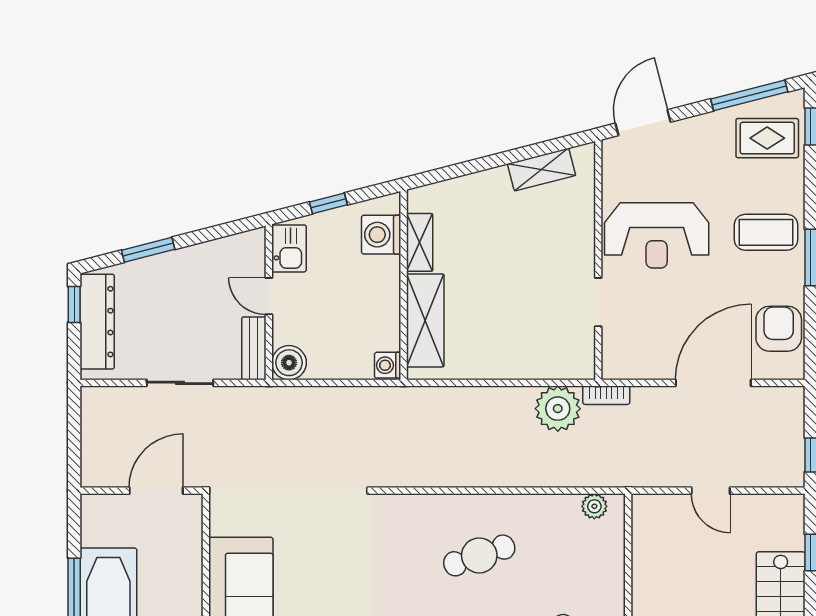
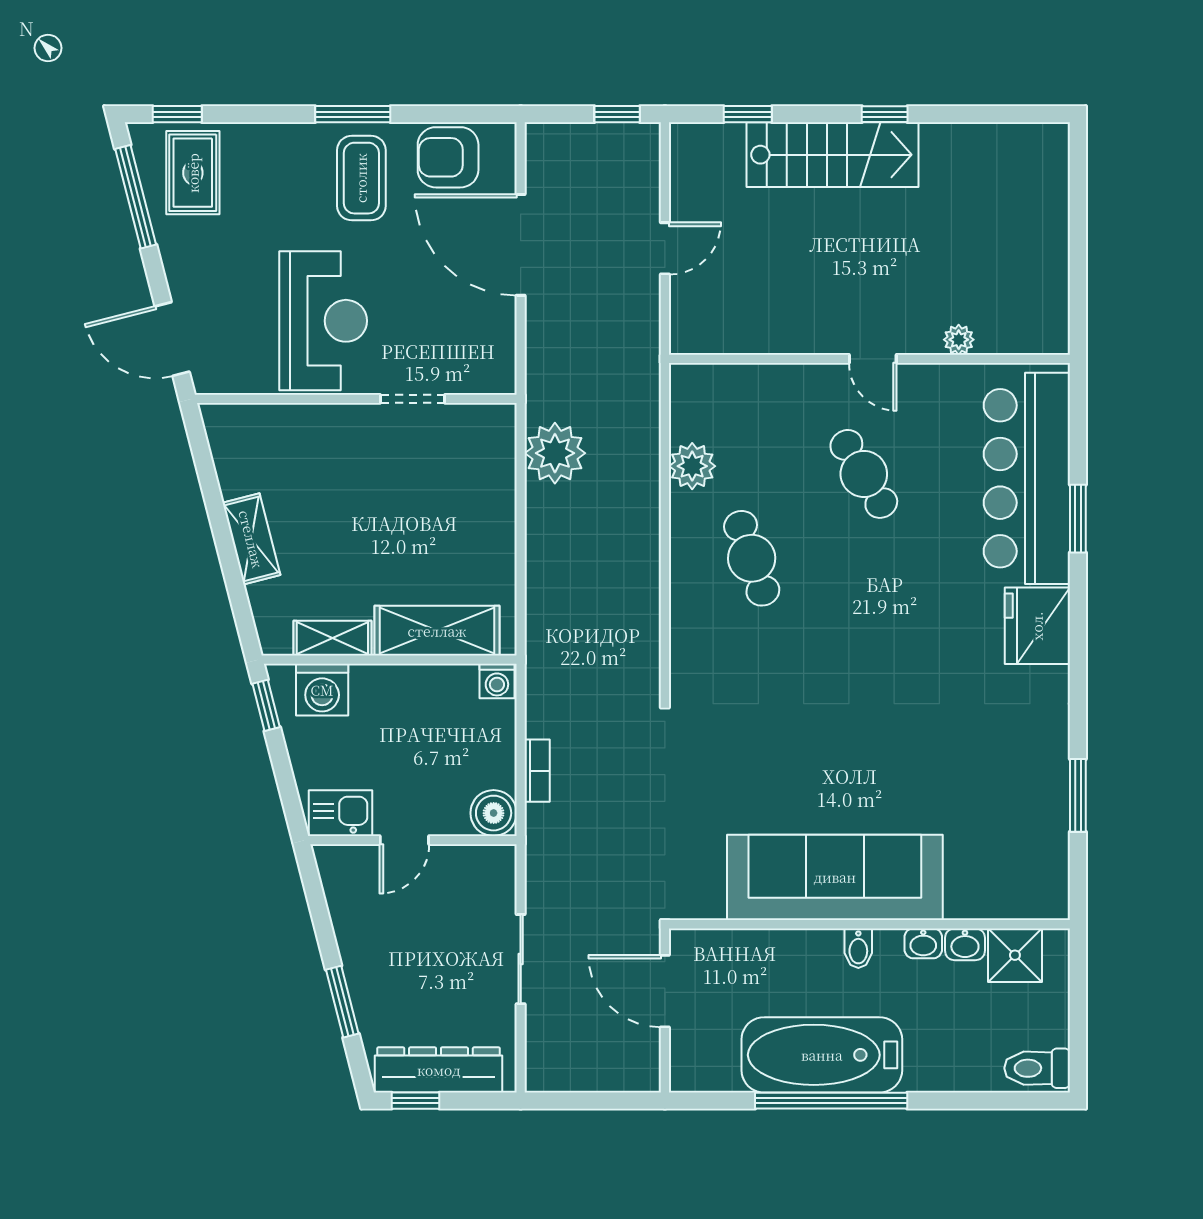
shelving: (542, 170) -> (251, 539), moved
window: (328, 203) -> (266, 705), moved
coffee table: (766, 232) -> (361, 178), moved
bench: (254, 348) -> (474, 860), removed
bookcase: (606, 395) -> (537, 771), moved
plant: (594, 506) -> (692, 466), moved, width x1.38, depth x1.38

